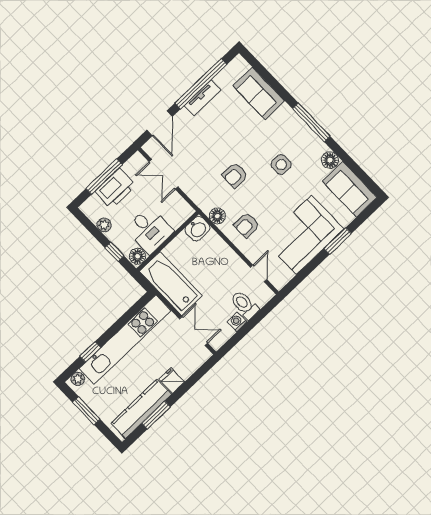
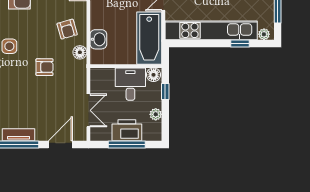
armchair: (247, 225) -> (67, 29), turned 74
washbasin: (197, 229) -> (98, 39), moved, turned 90

